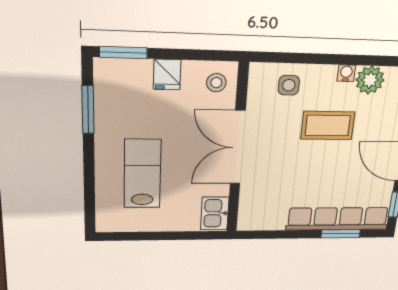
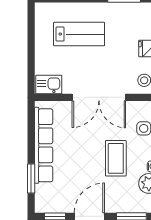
double door: (238, 148) -> (99, 97), swing flipped
row of seats: (338, 219) -> (44, 145), moved

